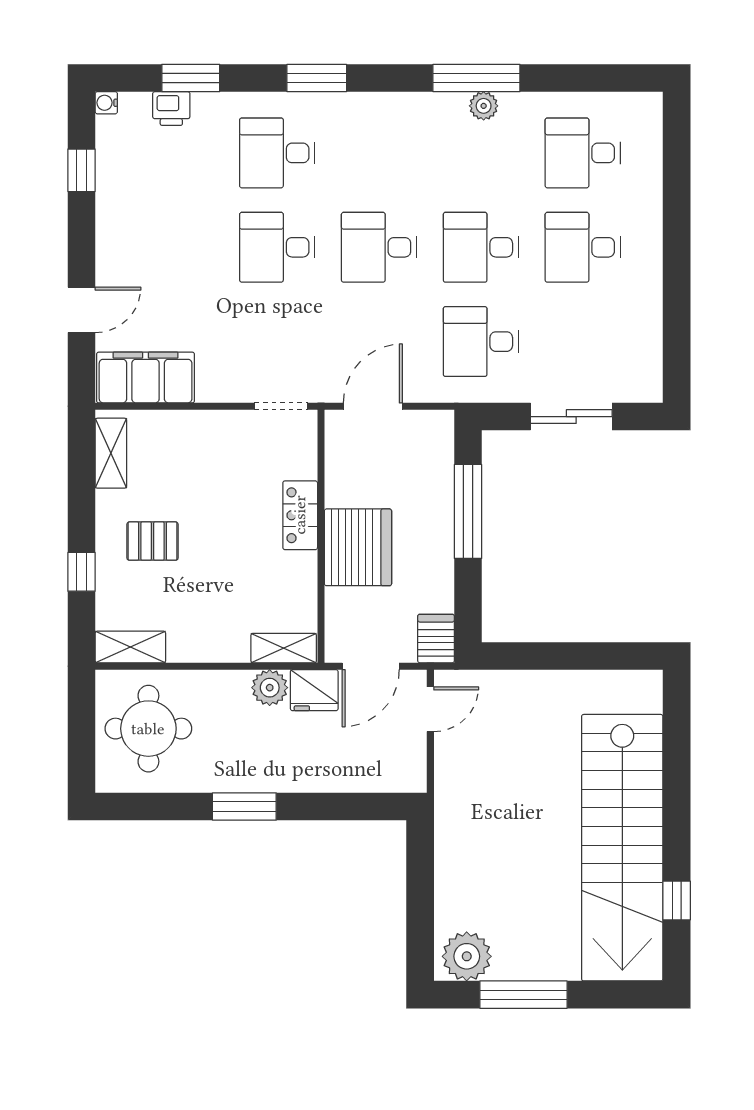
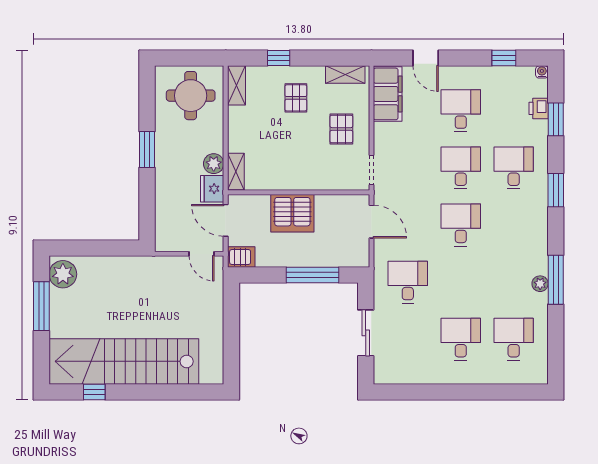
desk: (481, 247) -> (461, 111), moved
pallet: (208, 460) -> (341, 129), added
locker: (300, 515) -> (310, 181), removed

